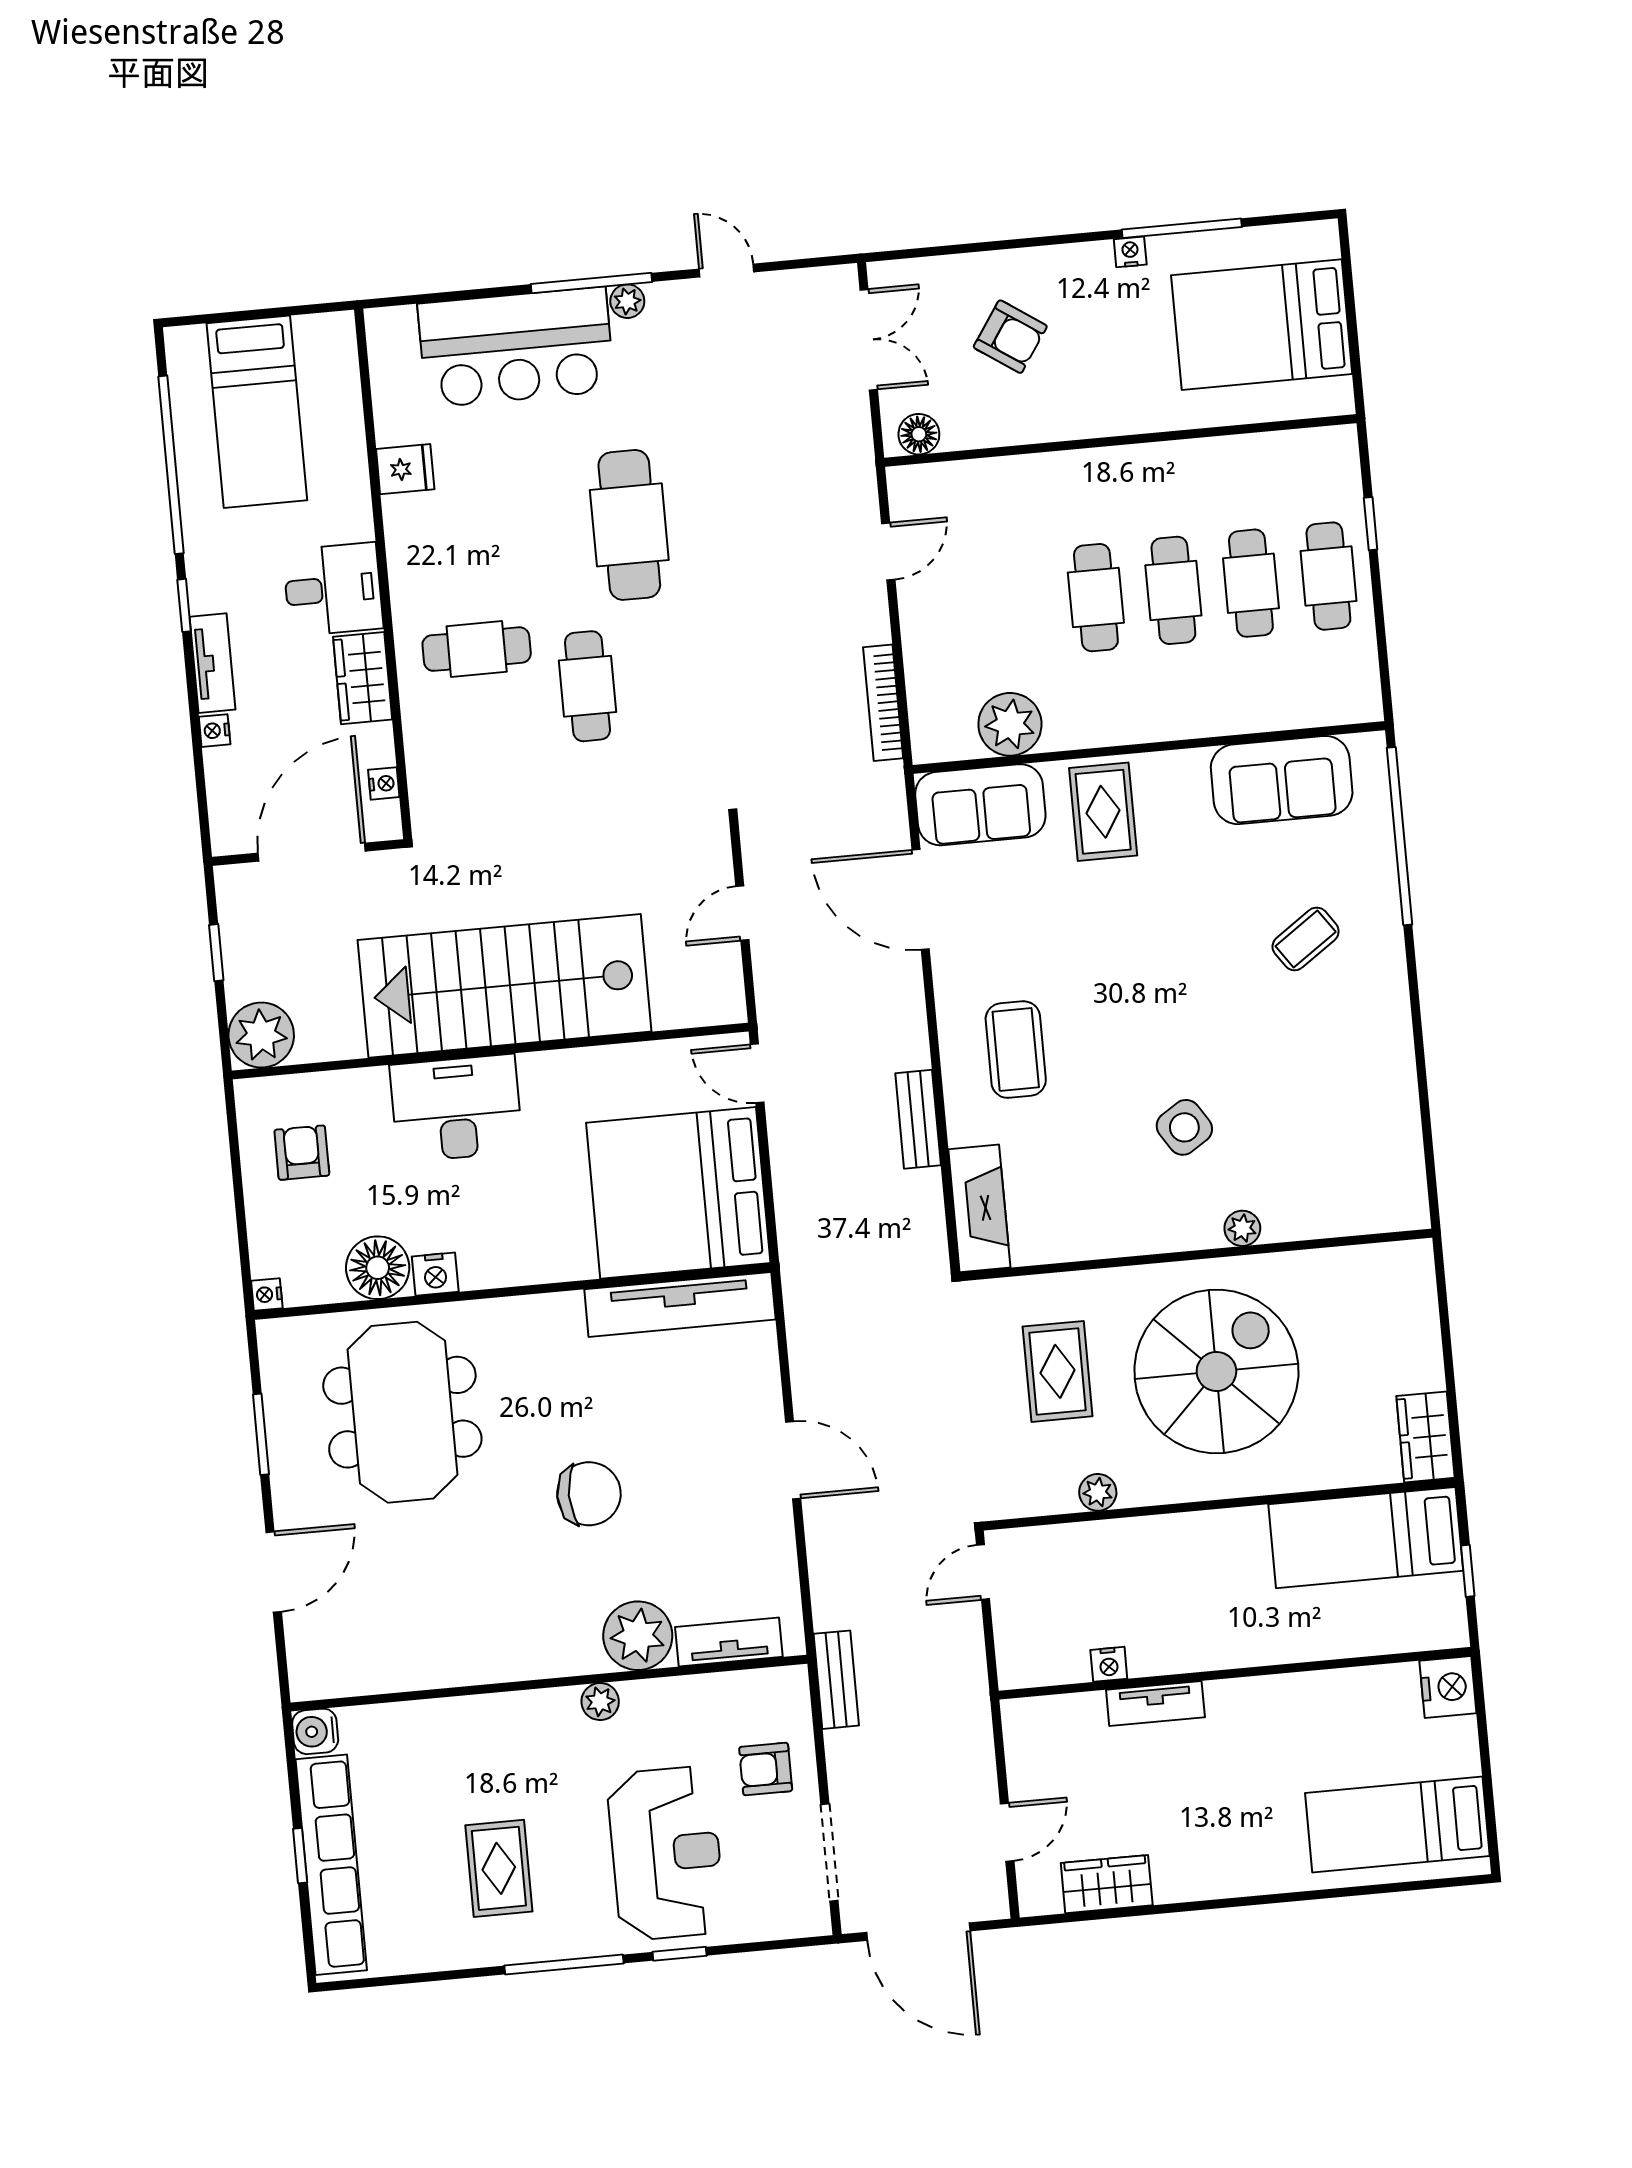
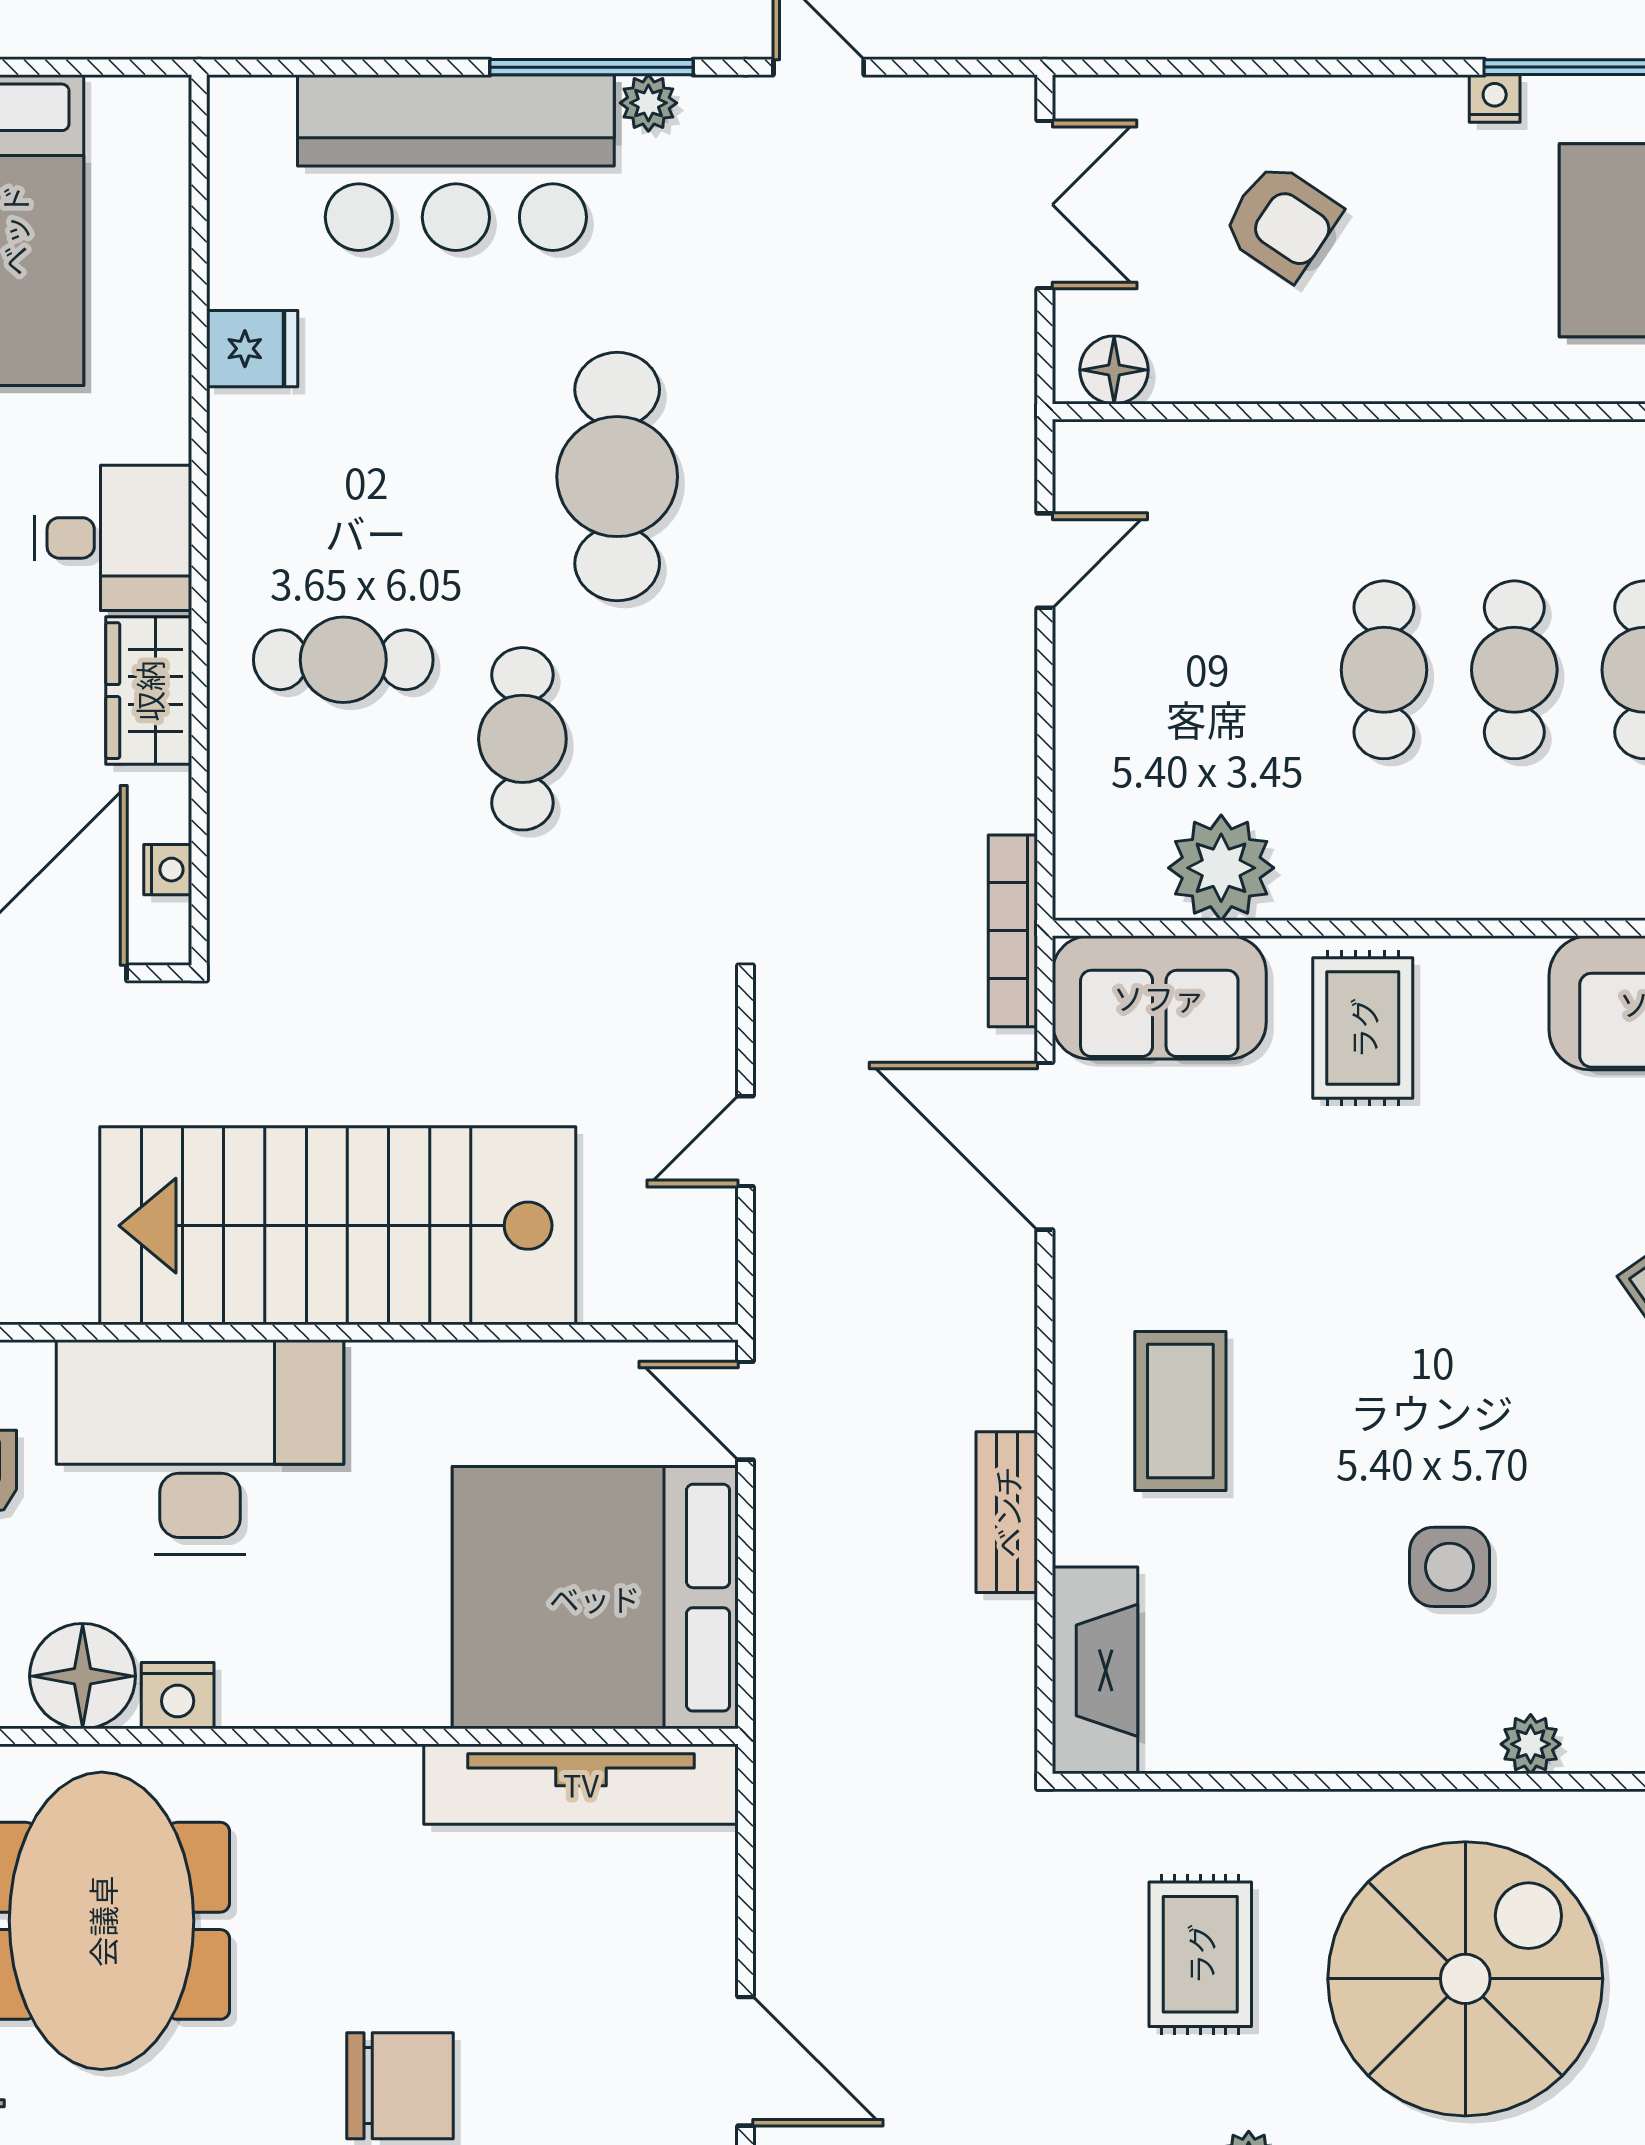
bookcase: (883, 703) -> (1013, 931), moved
desk: (456, 1108) -> (200, 1447), width x1.36, depth x1.30
side table: (1184, 1127) -> (1450, 1567), turned 33

